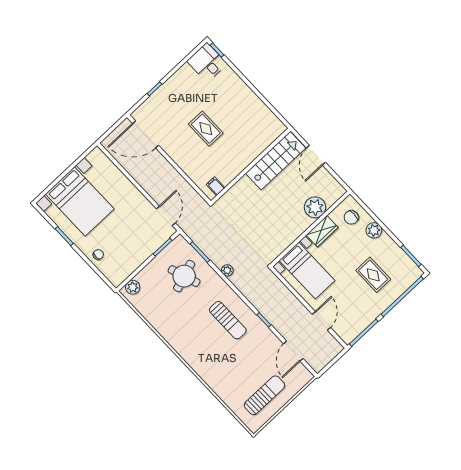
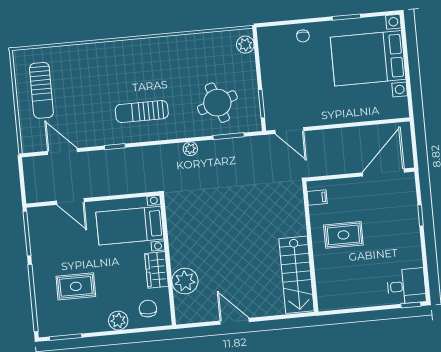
stairs: (276, 161) -> (297, 275), moved
wall: (251, 166) -> (310, 247), moved
filing cabinet: (216, 186) -> (317, 197), moved

